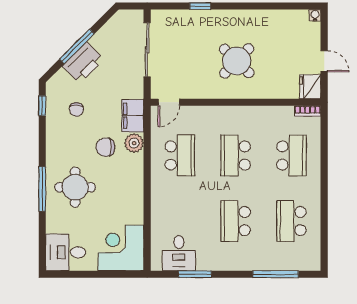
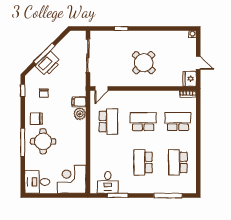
filing cabinet: (133, 116) -> (79, 102), width x0.50
chair: (105, 147) -> (36, 119), moved
school desk: (236, 155) -> (143, 122), turned 90
school desk: (291, 155) -> (178, 122), turned -90

